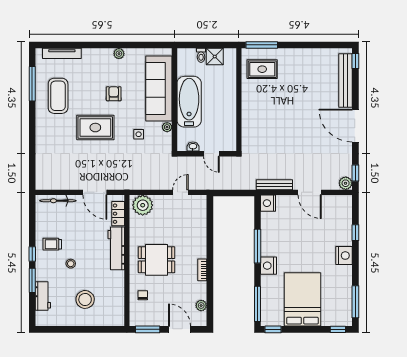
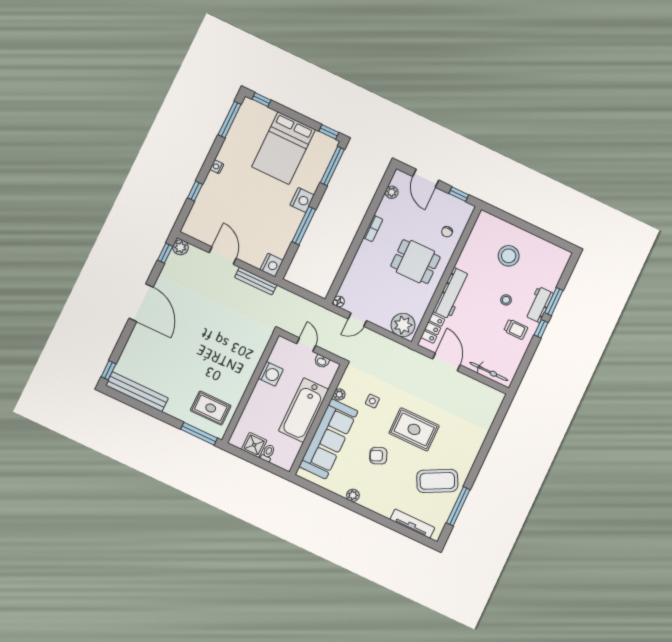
bench: (345, 81) -> (137, 392), moved, turned 90
armchair: (114, 94) -> (378, 456), turned 67
coffee table: (58, 96) -> (437, 481), turned 63
washing machine: (228, 118) -> (271, 374), added
floor lamp: (202, 200) -> (339, 301), added
nightstand: (344, 256) -> (217, 167), width x0.53, depth x0.56
workbench: (43, 296) -> (539, 304), moved
window: (148, 329) -> (459, 194), width x0.67

